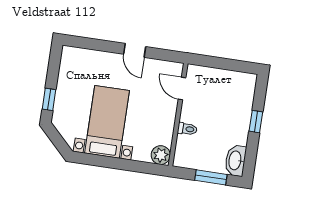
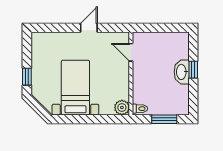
door: (135, 50) -> (89, 28), swing flipped
toilet: (187, 129) -> (140, 109), moved
washbasin: (235, 160) -> (182, 72), moved

